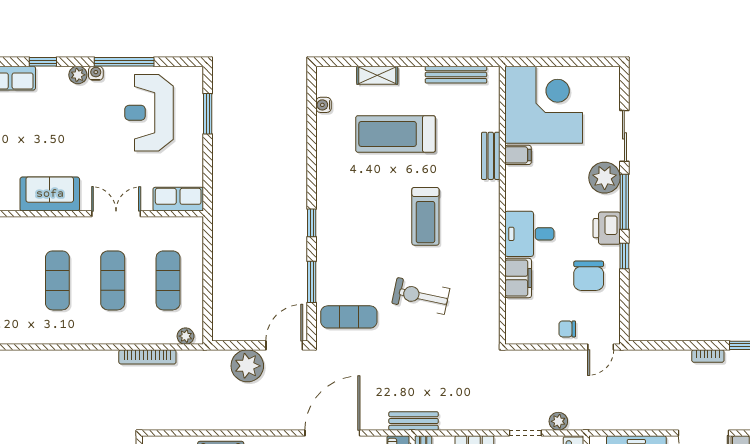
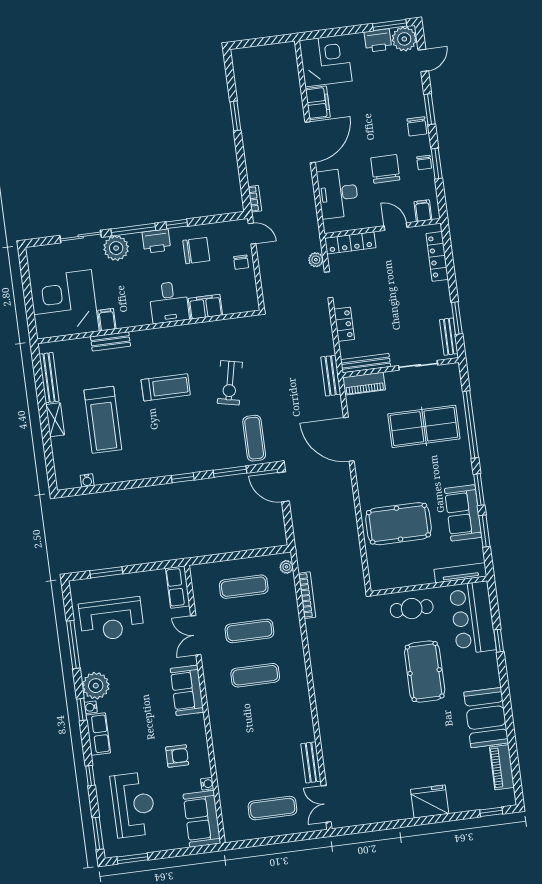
water cooler: (96, 73) -> (91, 707), moved
plant: (78, 75) -> (96, 686), width x1.88, depth x1.88
shelving: (377, 75) -> (55, 420), moved
bookcase: (708, 356) -> (255, 199), moved
plant: (247, 366) -> (304, 514), removed

